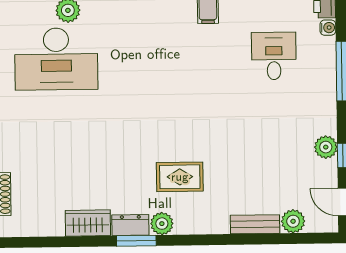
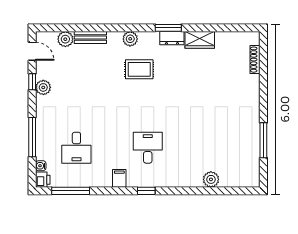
desk: (56, 59) -> (148, 148), moved, width x0.53, depth x0.77
plant: (162, 224) -> (130, 39), moved

